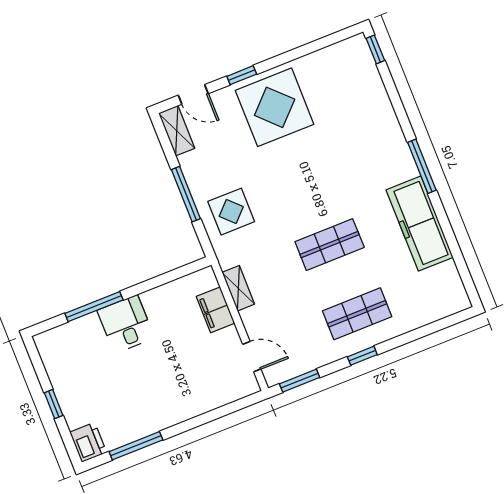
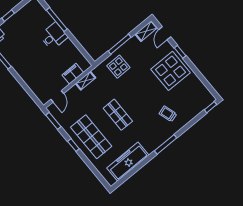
trolley: (361, 141) -> (168, 114), added
freezer: (420, 224) -> (128, 162), moved
shop shelf: (357, 314) -> (91, 137), width x1.43, depth x1.36

